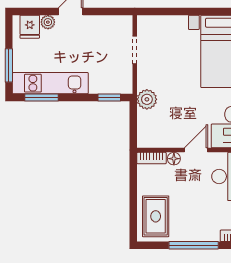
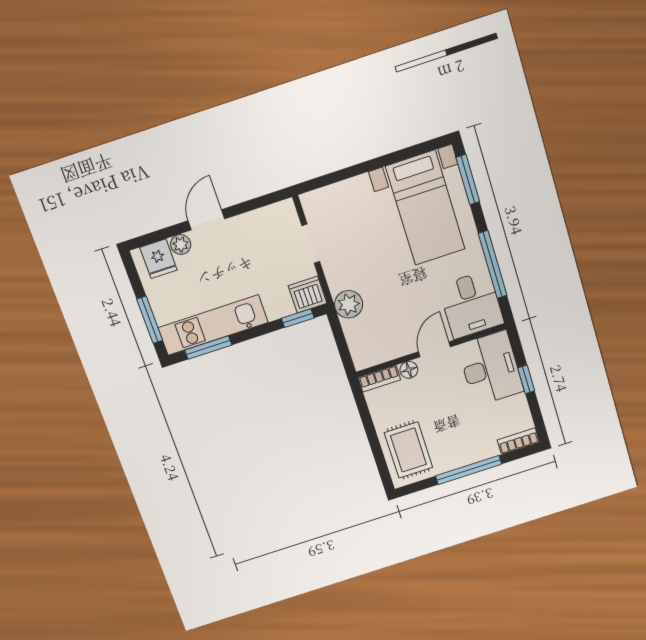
dishwasher: (121, 83) -> (308, 295), added

